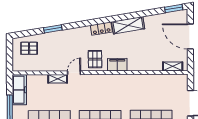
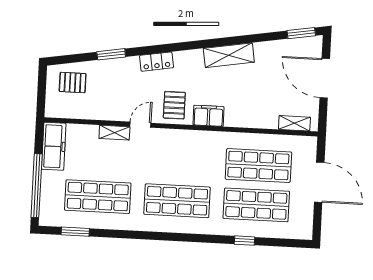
locker: (101, 29) -> (157, 62), moved
shop shelf: (151, 95) -> (258, 166), added

